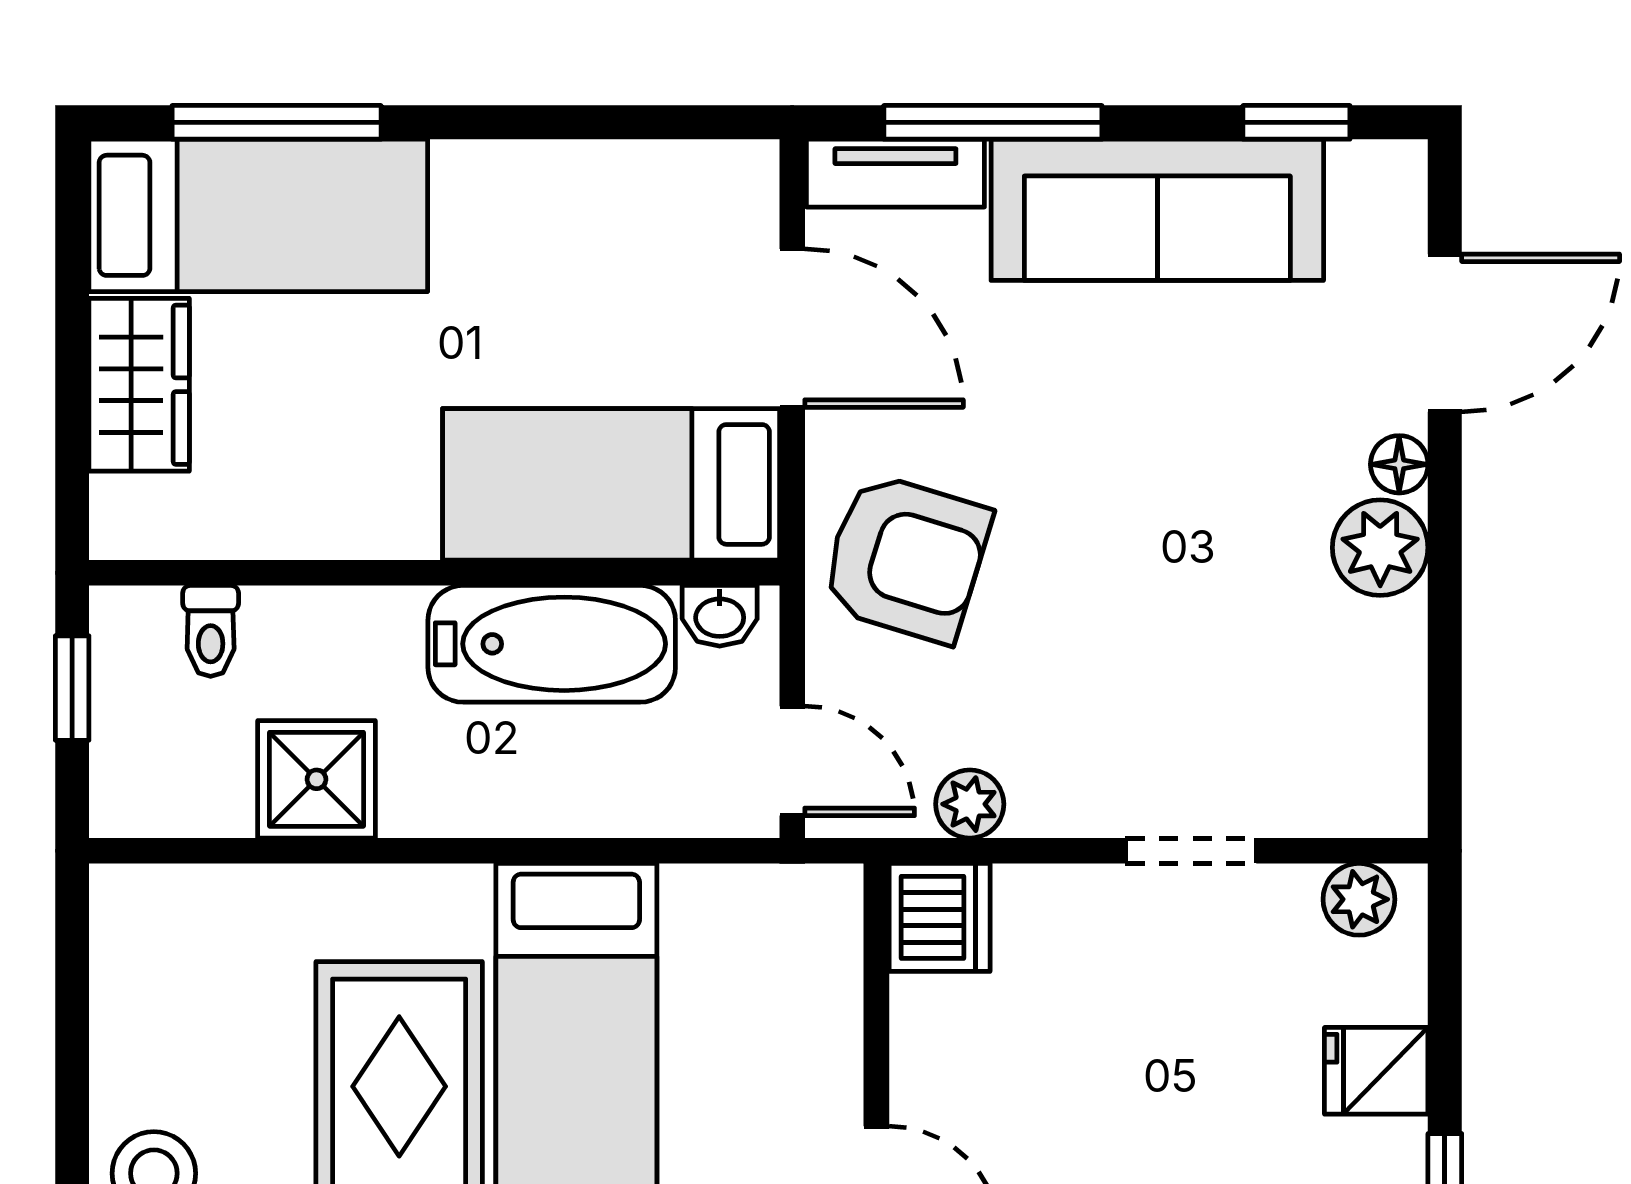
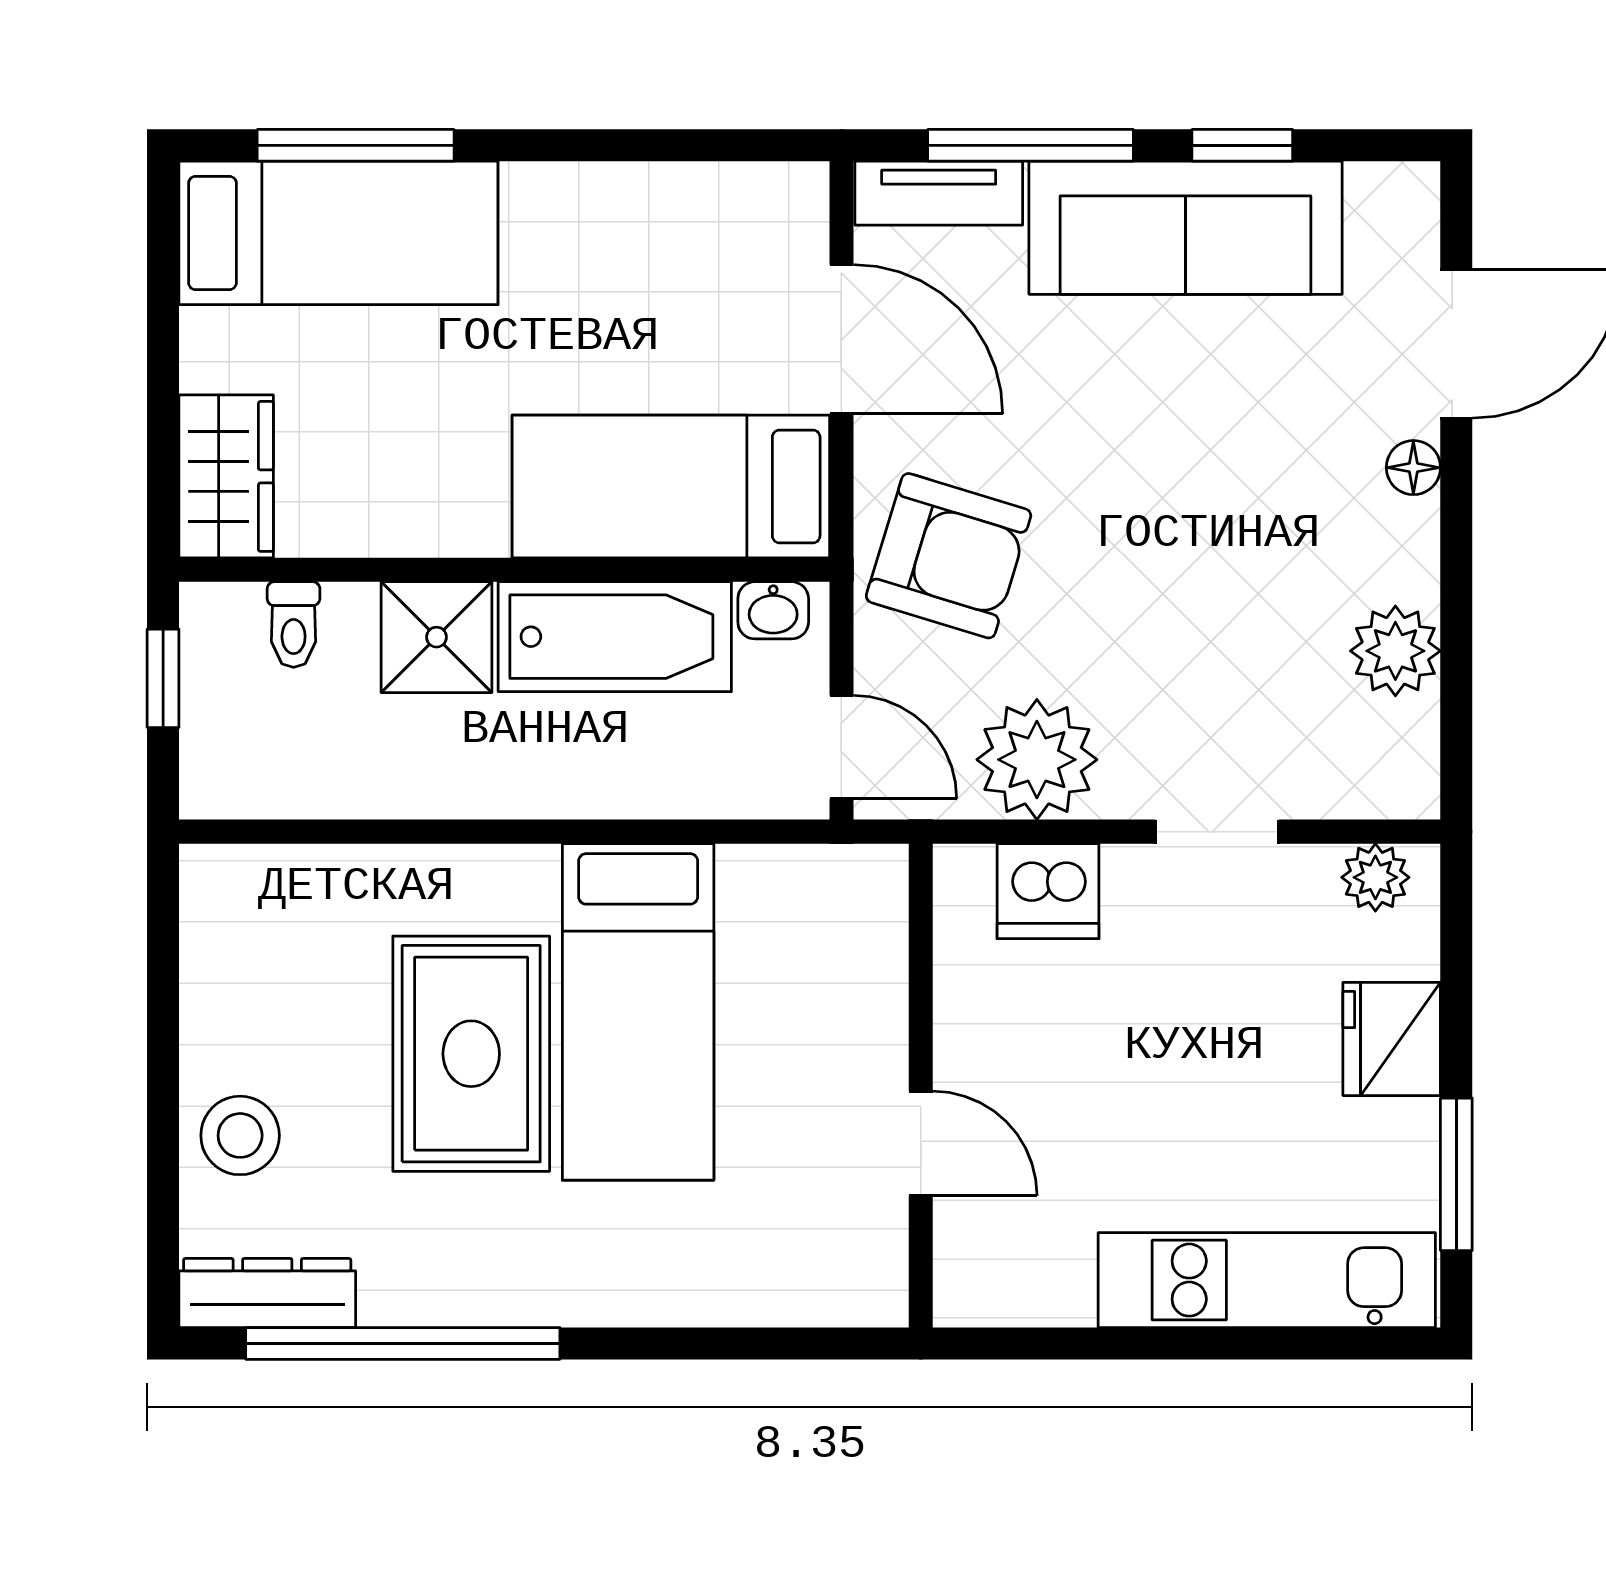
window: (1296, 122) -> (1242, 145), moved
wardrobe: (139, 385) -> (226, 476), moved
plant: (1380, 548) -> (1395, 651), moved
shower: (317, 779) -> (436, 637), moved
plant: (970, 804) -> (1037, 760), width x1.87, depth x1.87
dishwasher: (940, 917) -> (1048, 891), moved, turned 90
fridge: (1376, 1071) -> (1392, 1039), width x1.38

